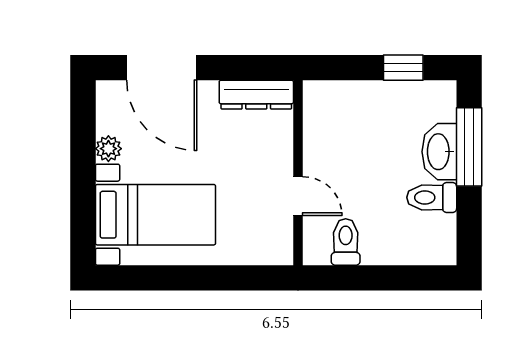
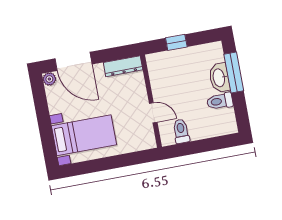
window: (403, 68) -> (176, 42), moved
plant: (108, 149) -> (49, 79), moved

